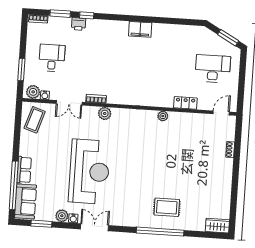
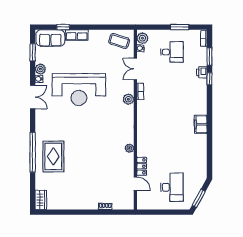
window: (21, 69) -> (180, 27), moved
door: (221, 113) -> (135, 184), moved
window: (14, 185) -> (63, 27), width x0.32
rug: (167, 207) -> (53, 156), width x1.36, depth x1.43

